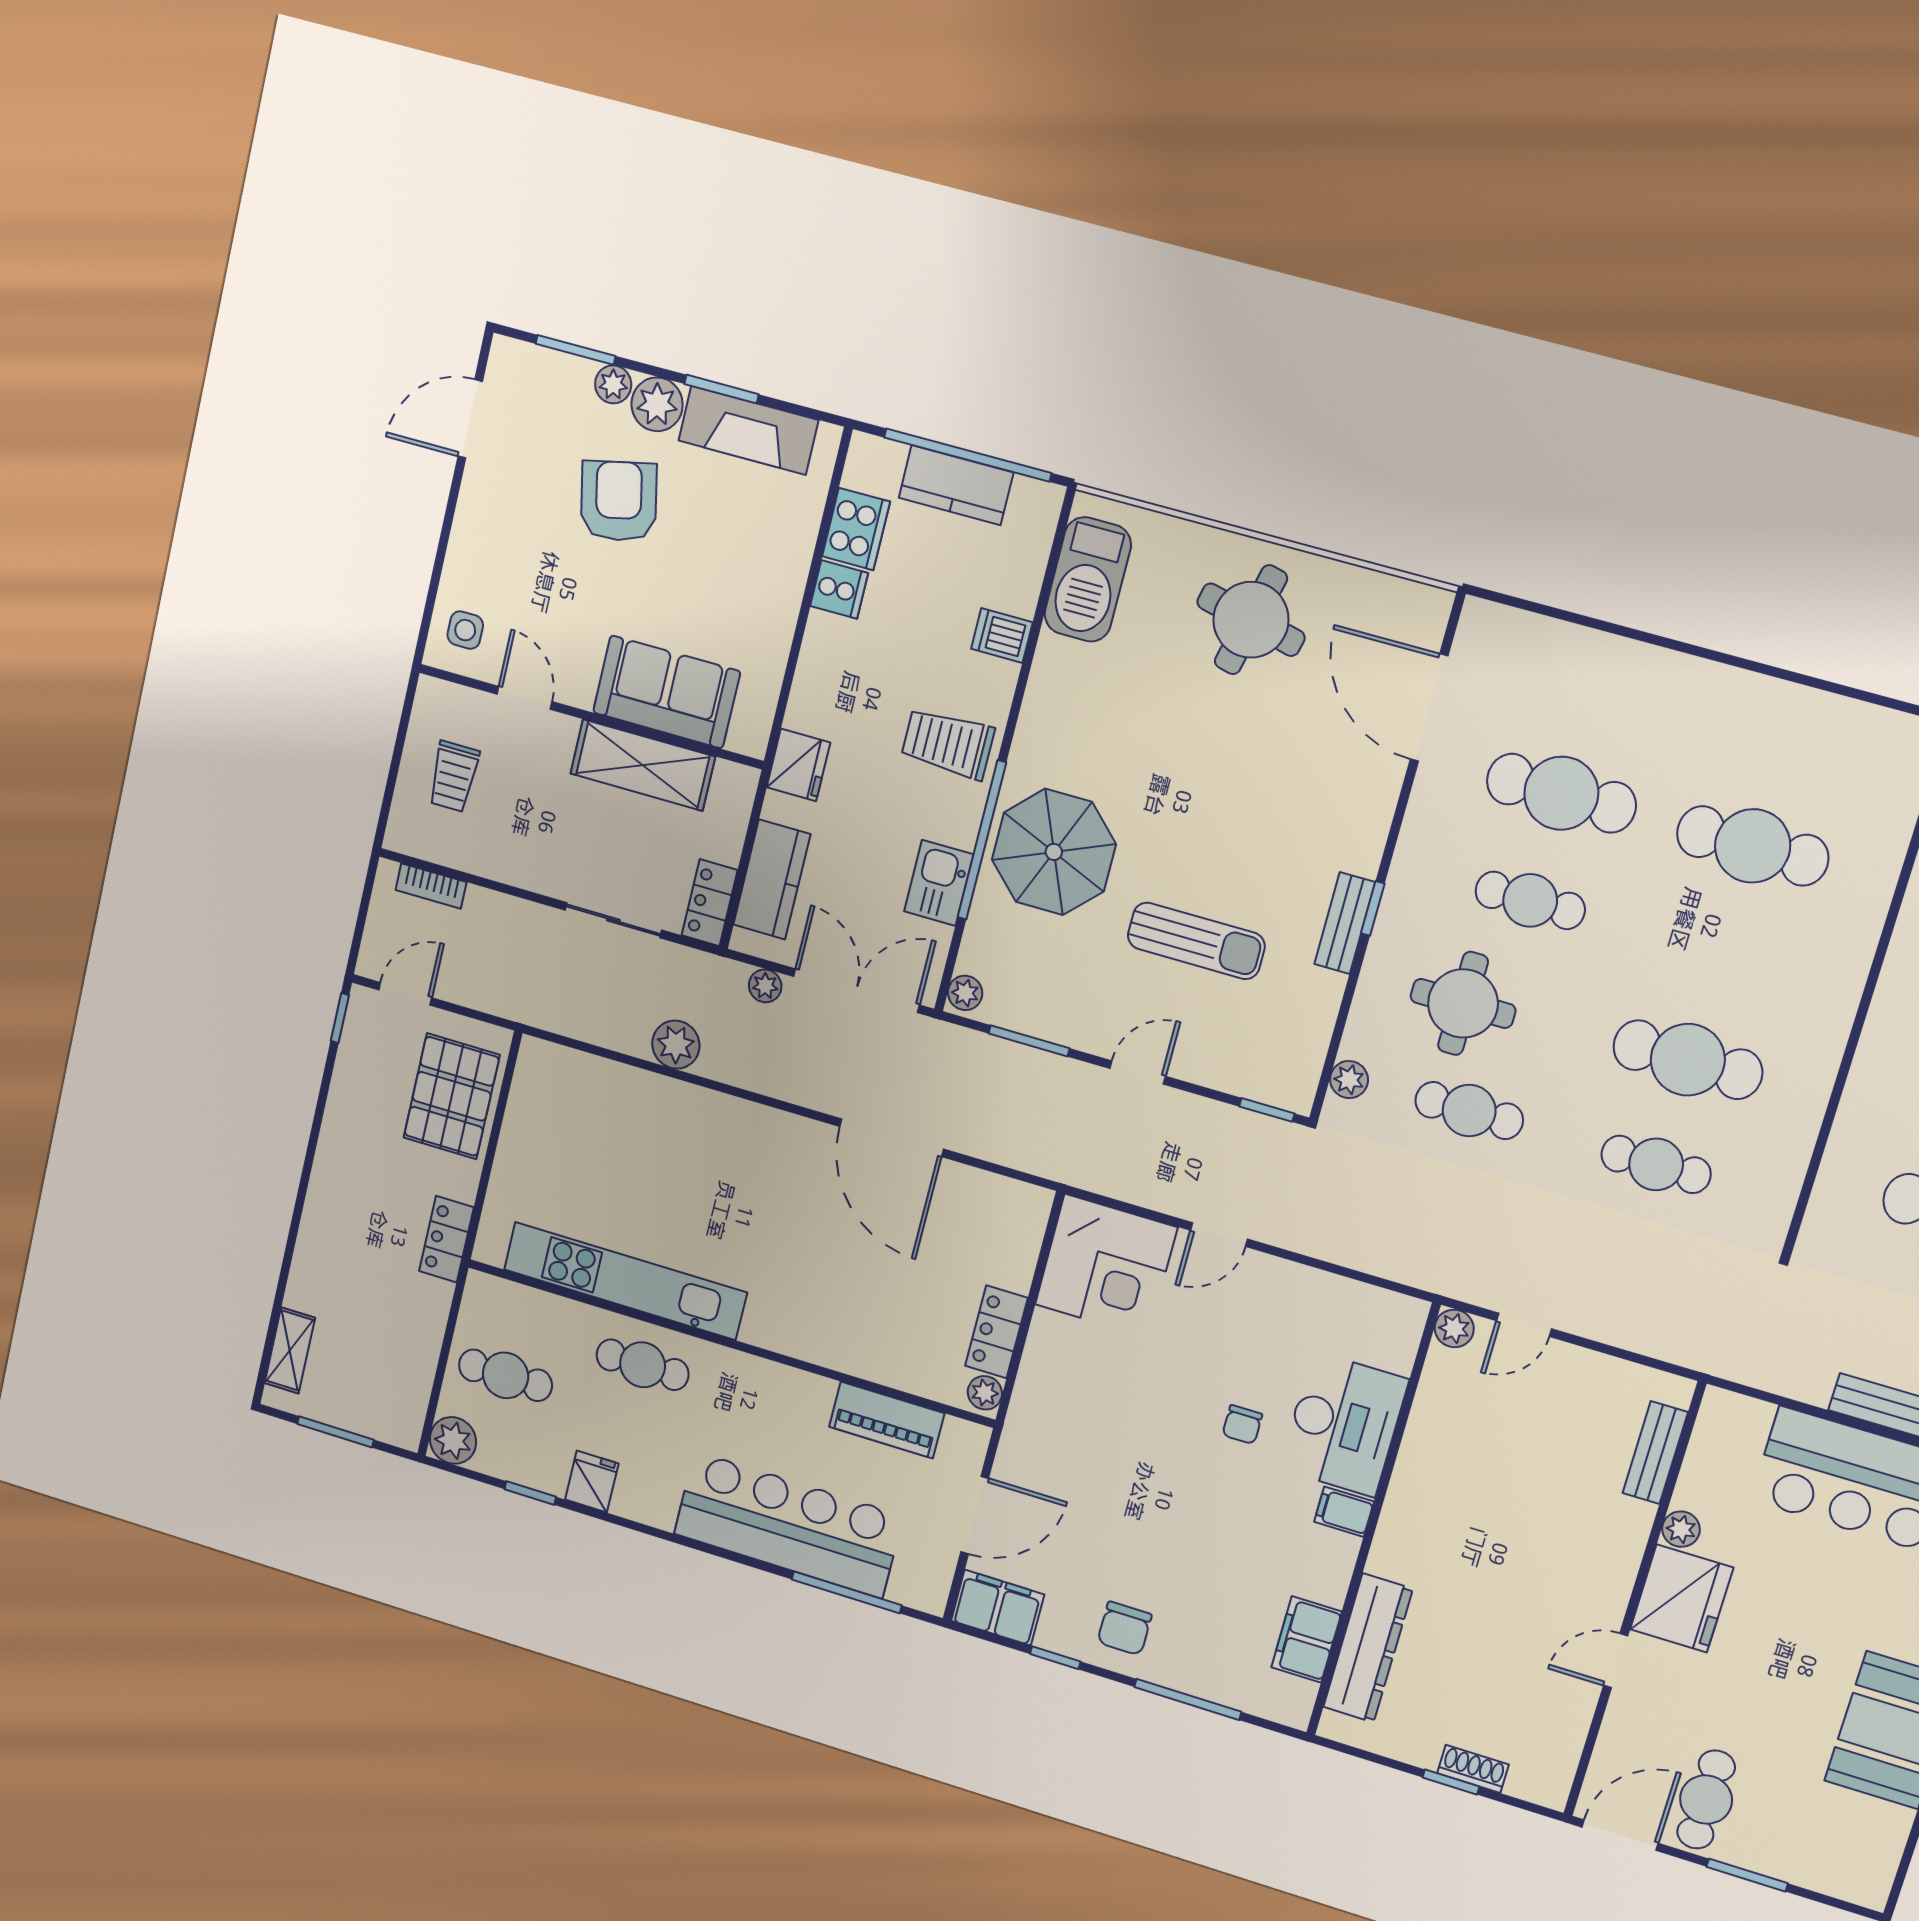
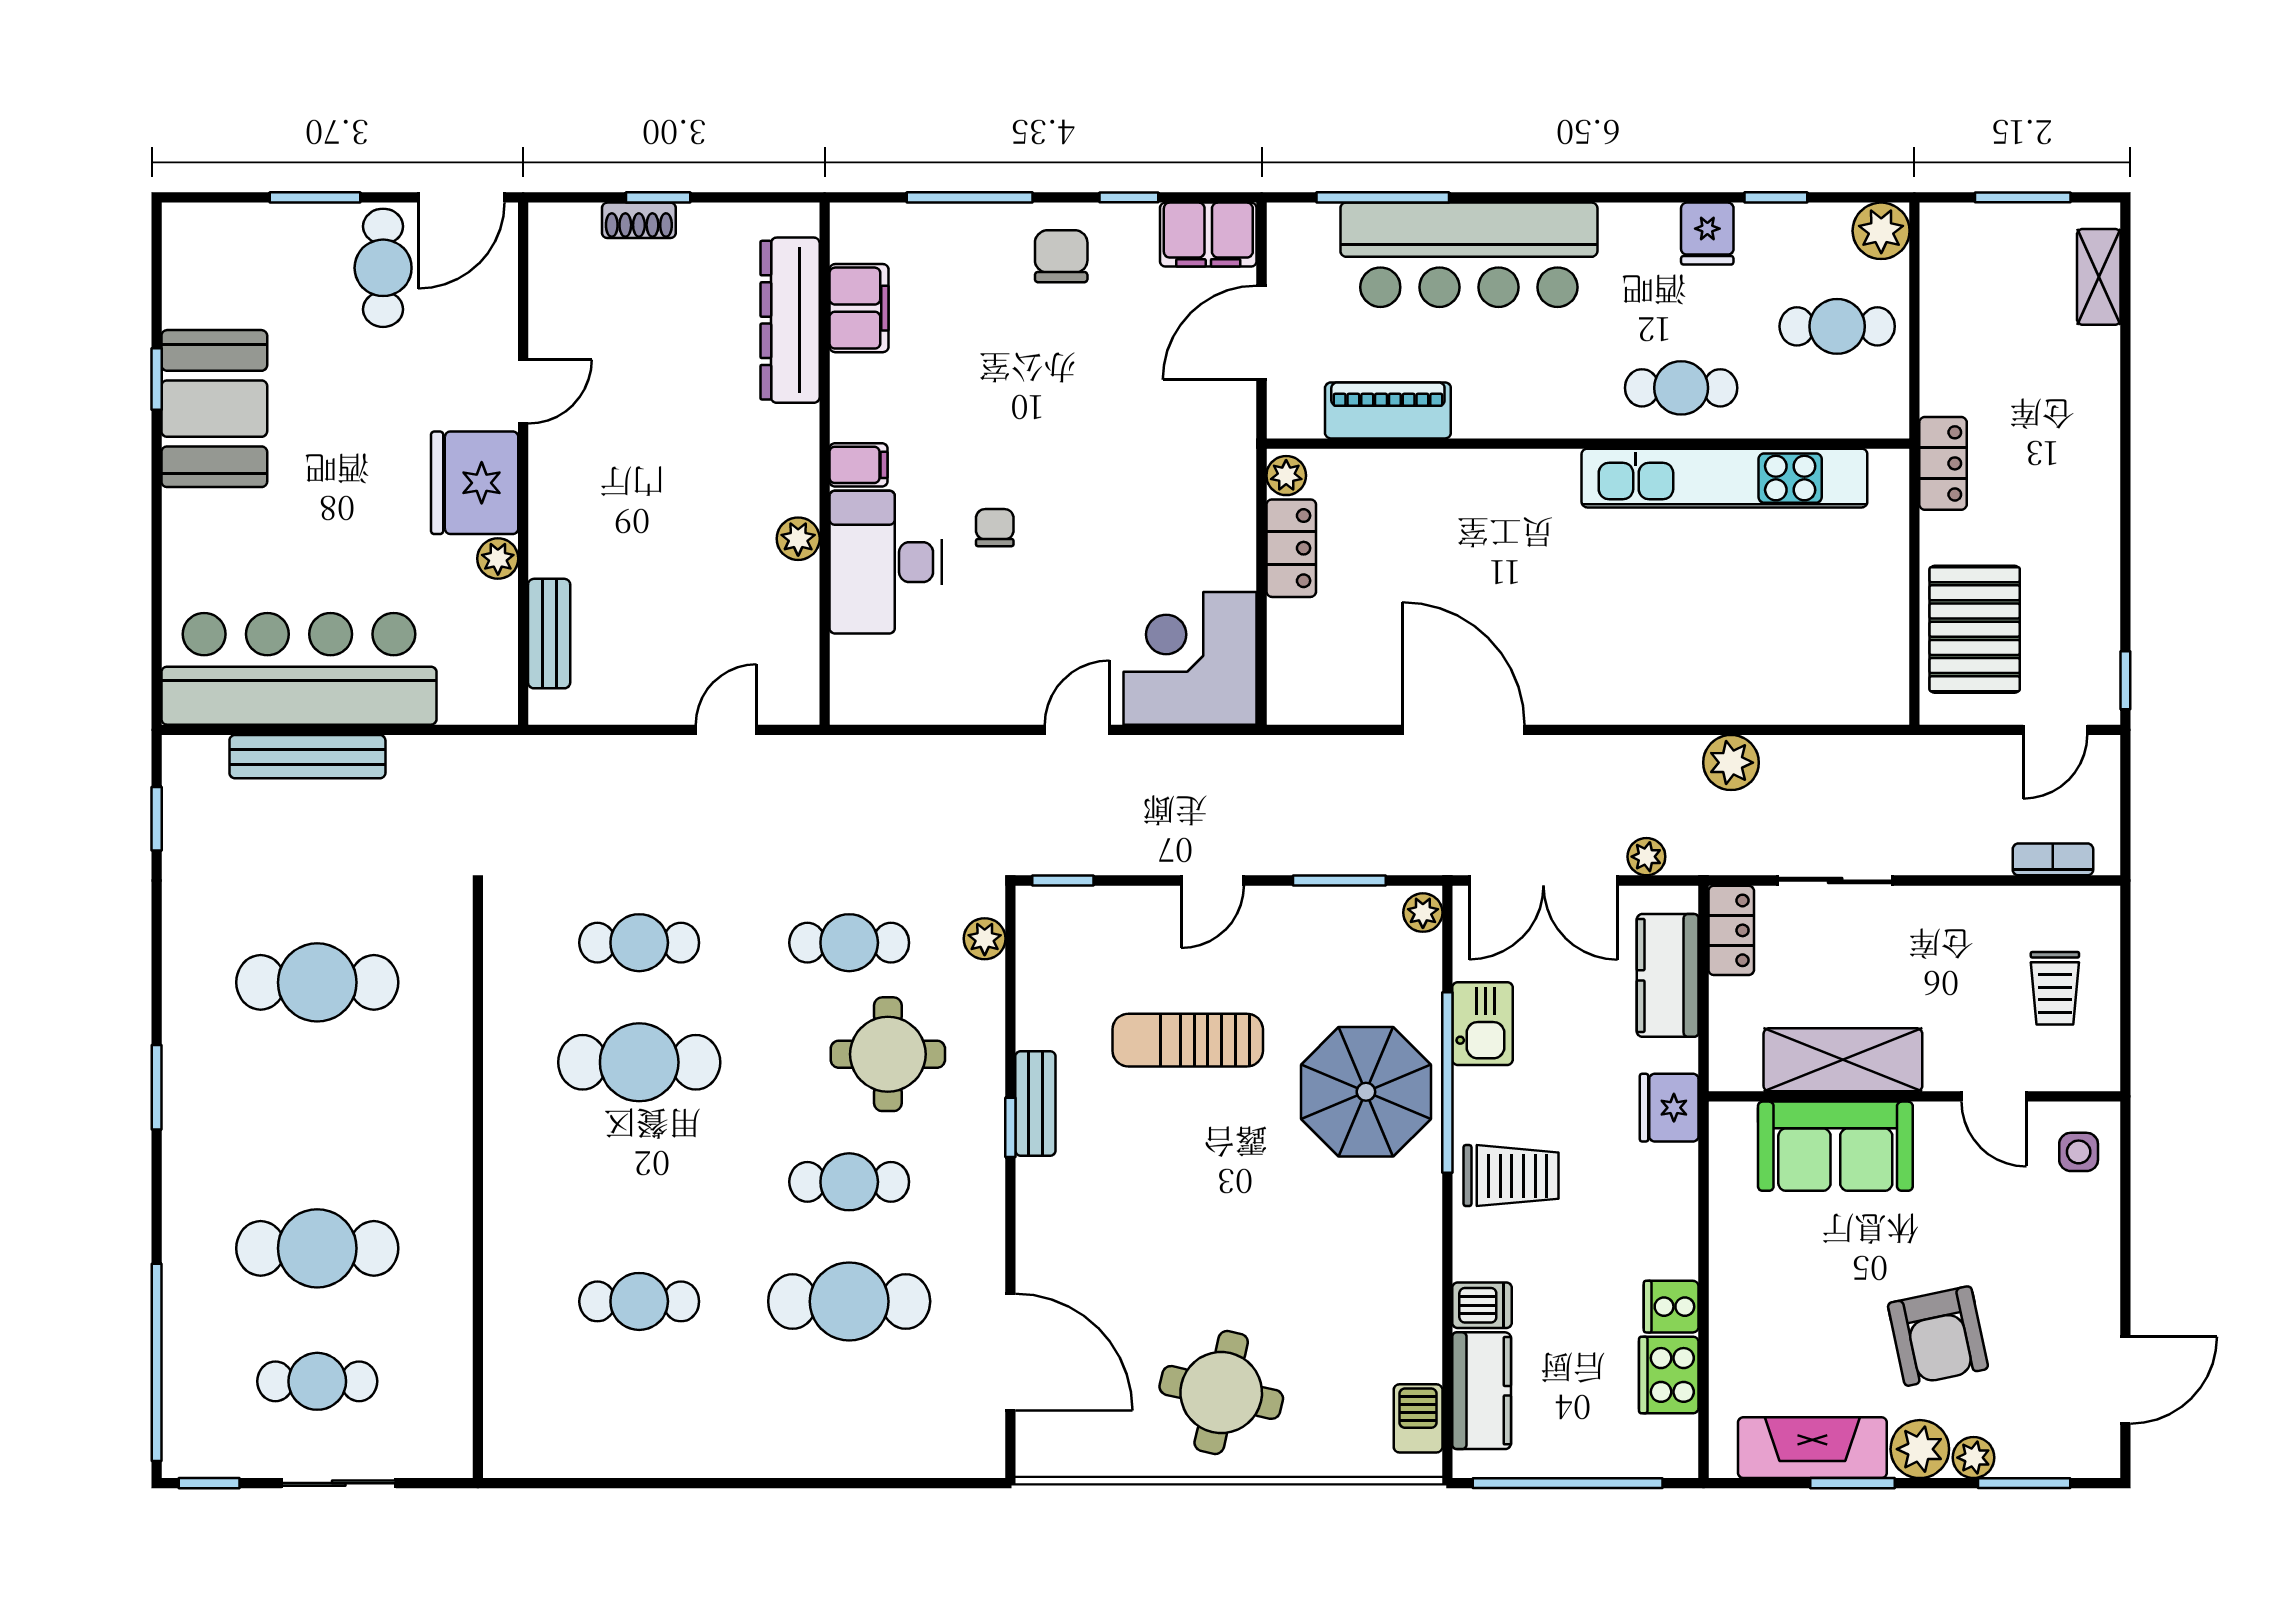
kitchen counter: (956, 485) -> (1482, 1391), moved, turned 90
barbecue: (1088, 579) -> (1418, 1418), width x0.53, depth x0.65
trolley: (454, 776) -> (2055, 988), turned 180
cafe table: (1753, 846) -> (639, 1301), width x0.73, depth x0.74
plant: (1454, 1328) -> (798, 539), moved

